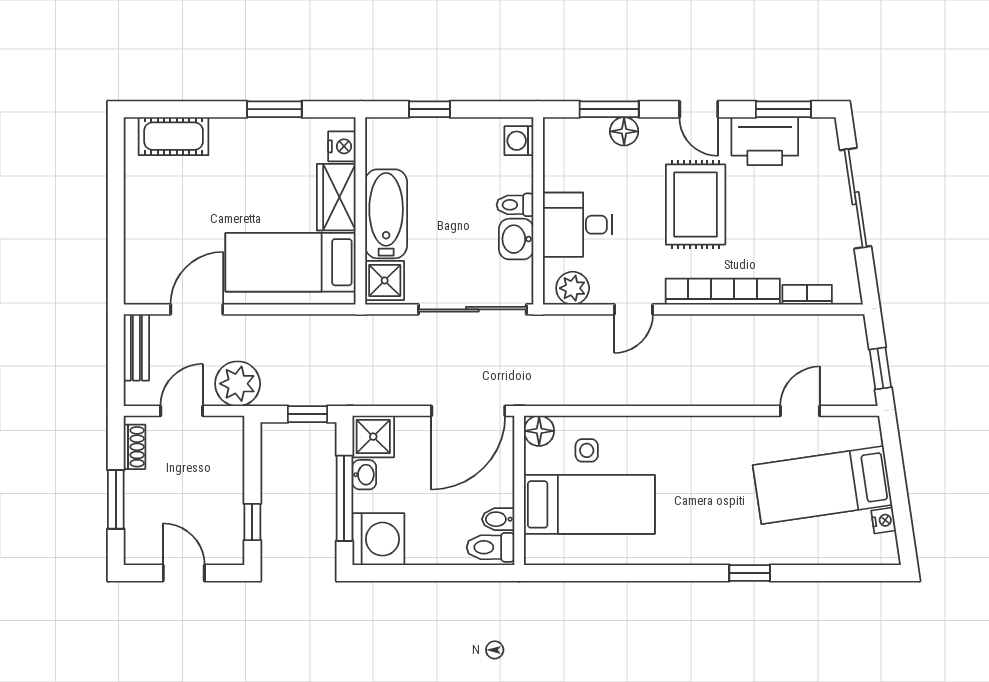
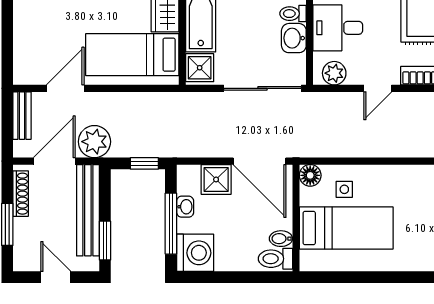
door: (182, 411) -> (54, 161), width x1.38
door: (468, 411) -> (260, 161), hinge flipped
shower: (373, 437) -> (216, 179), moved
shoe rack: (134, 447) -> (21, 194), width x1.43
bench: (229, 480) -> (88, 210), added
window: (252, 522) -> (105, 241), width x1.50

